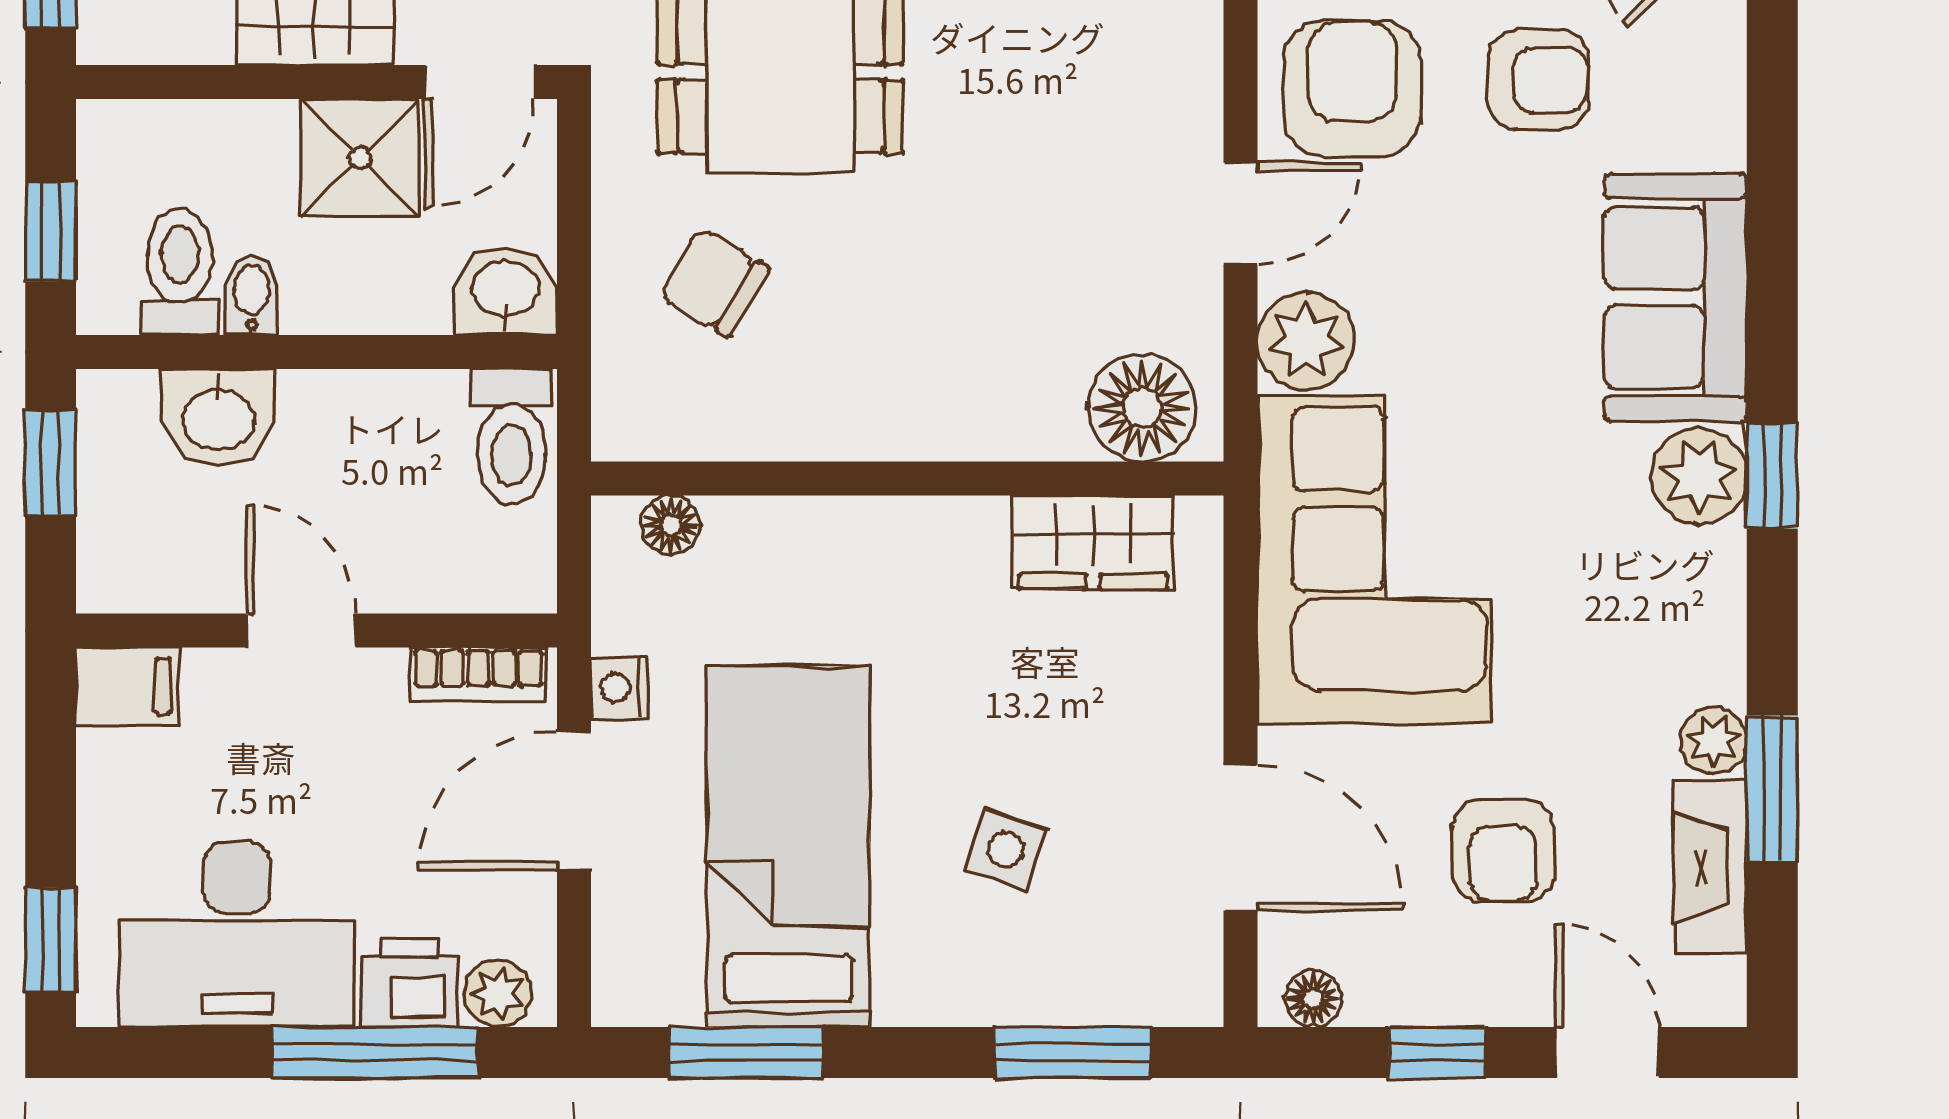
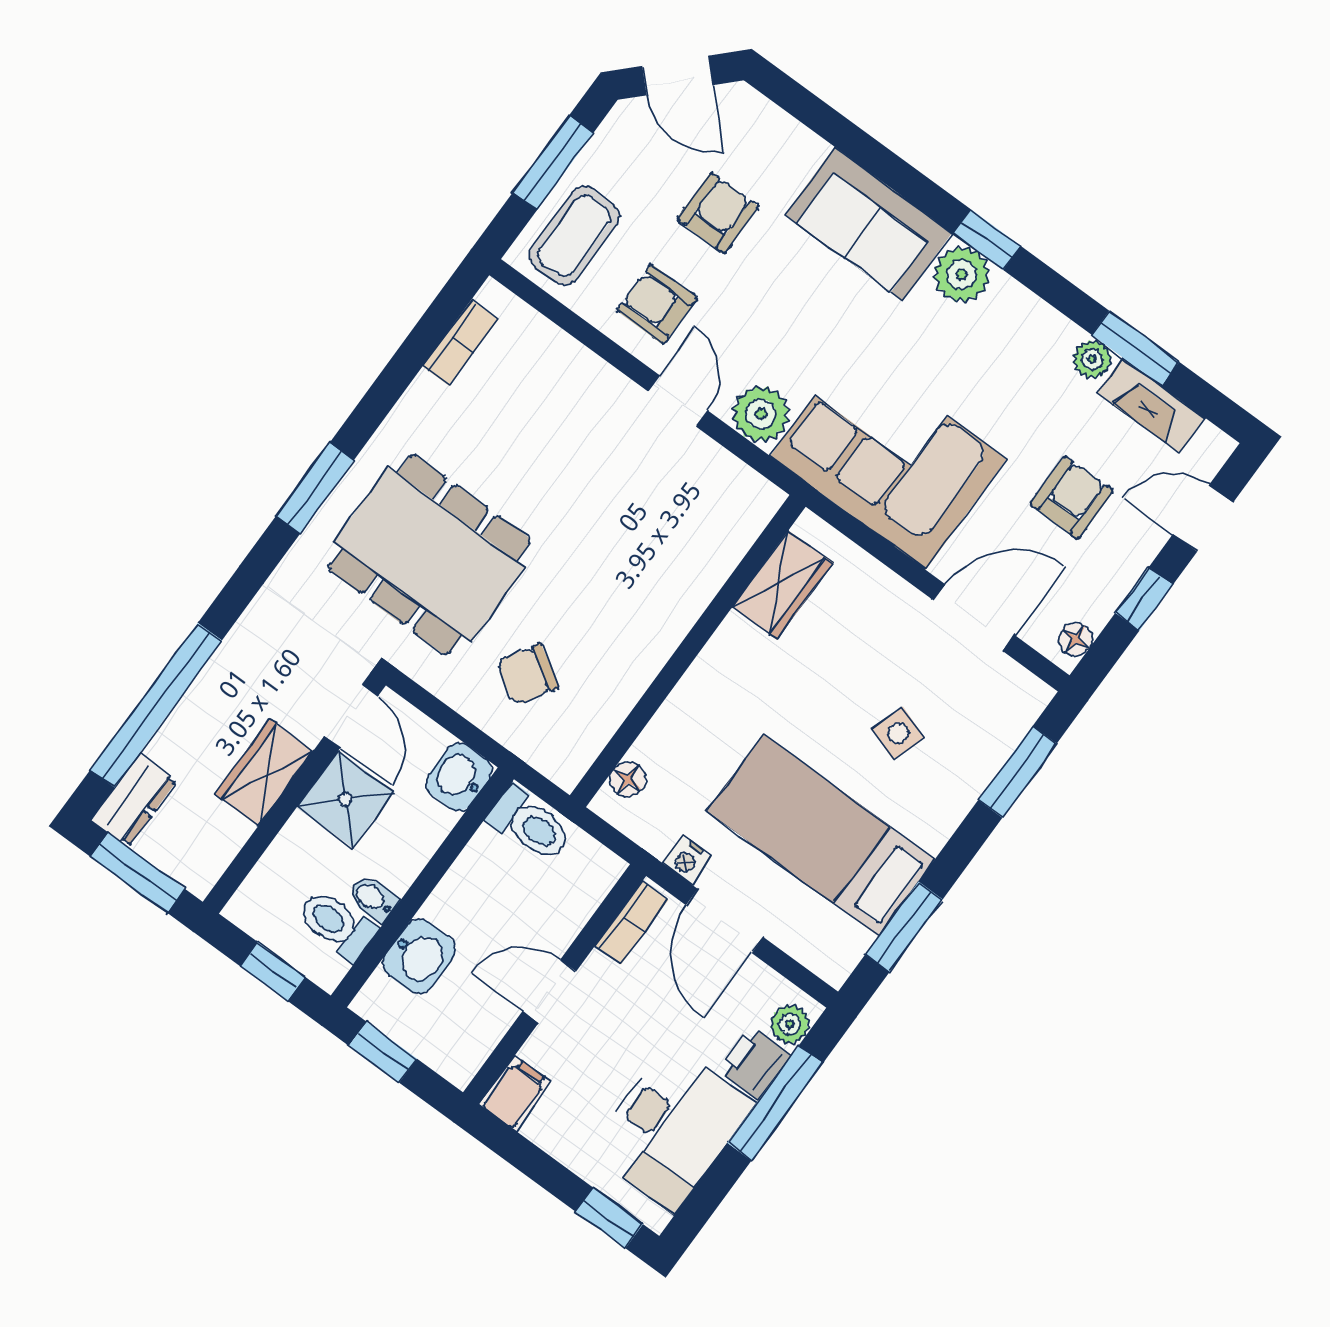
armchair: (1352, 88) -> (657, 304), width x0.72, depth x0.72
floor lamp: (1142, 408) -> (736, 515), removed
armchair: (1503, 851) -> (1072, 498), turned -90

